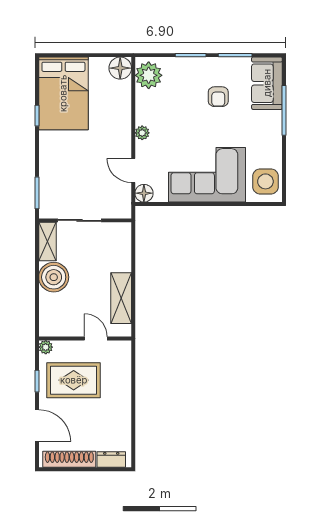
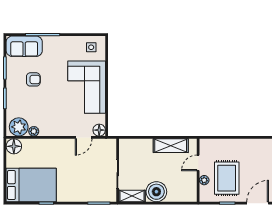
plant: (142, 133) -> (34, 131), moved
side table: (265, 181) -> (91, 47), width x0.54, depth x0.54
plant: (46, 347) -> (204, 180), moved

